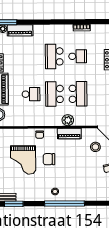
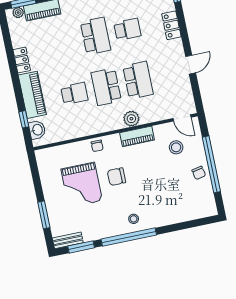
school desk: (54, 56) -> (96, 36), turned 180
window: (64, 204) -> (129, 237), moved

